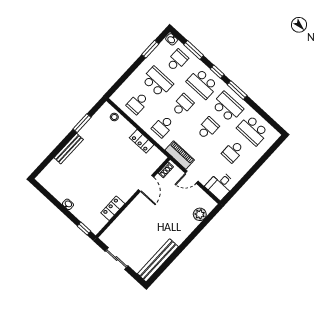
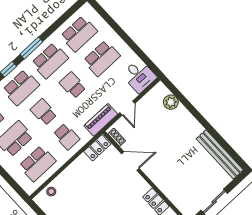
school desk: (138, 103) -> (37, 163), width x1.85
school desk: (227, 107) -> (50, 61), turned 180
locker: (142, 141) -> (97, 148), moved
school desk: (233, 152) -> (102, 58), width x1.85

